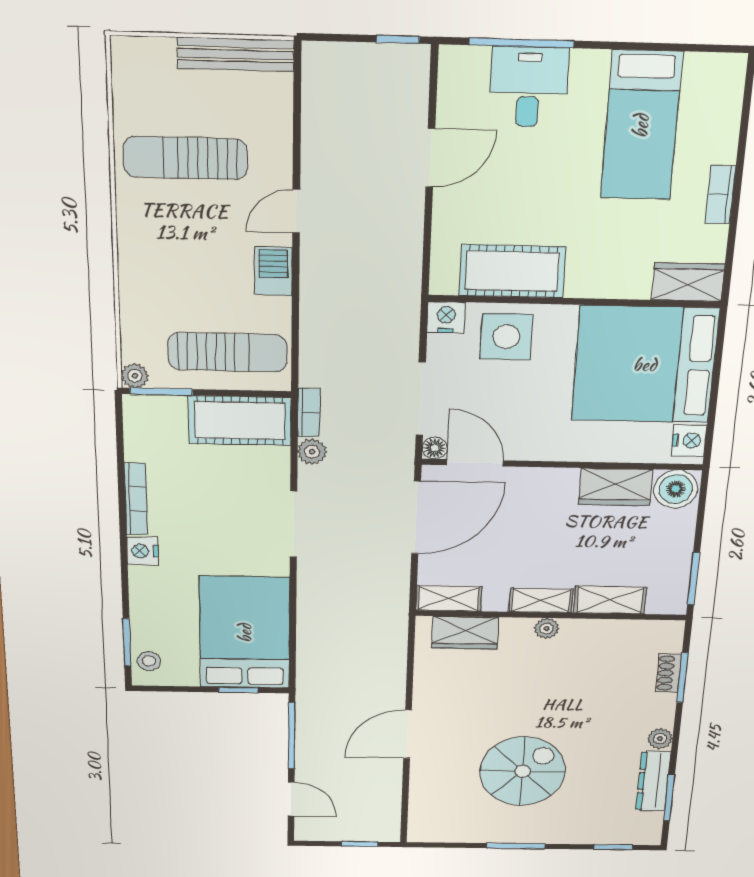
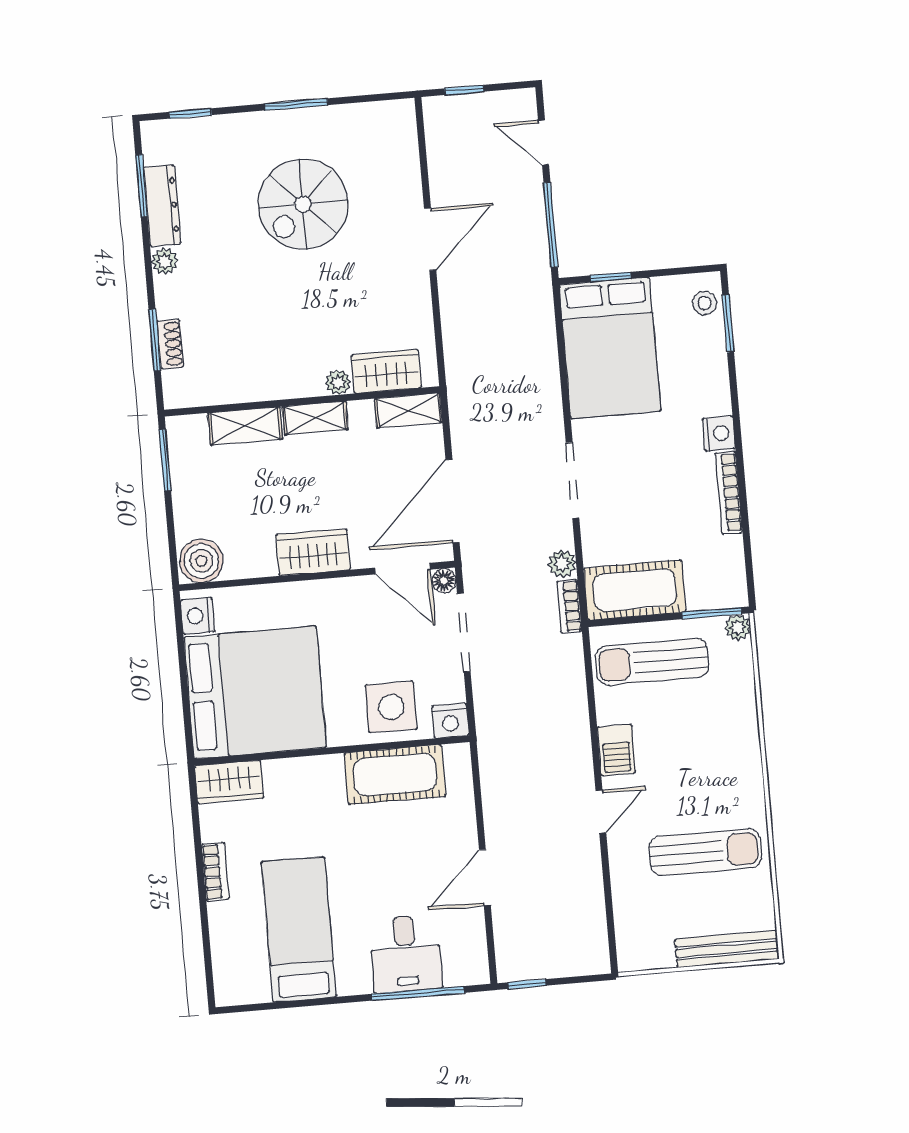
bench: (236, 54) -> (727, 949), moved
wardrobe: (615, 487) -> (313, 552), moved
plant: (547, 628) -> (338, 382), moved

